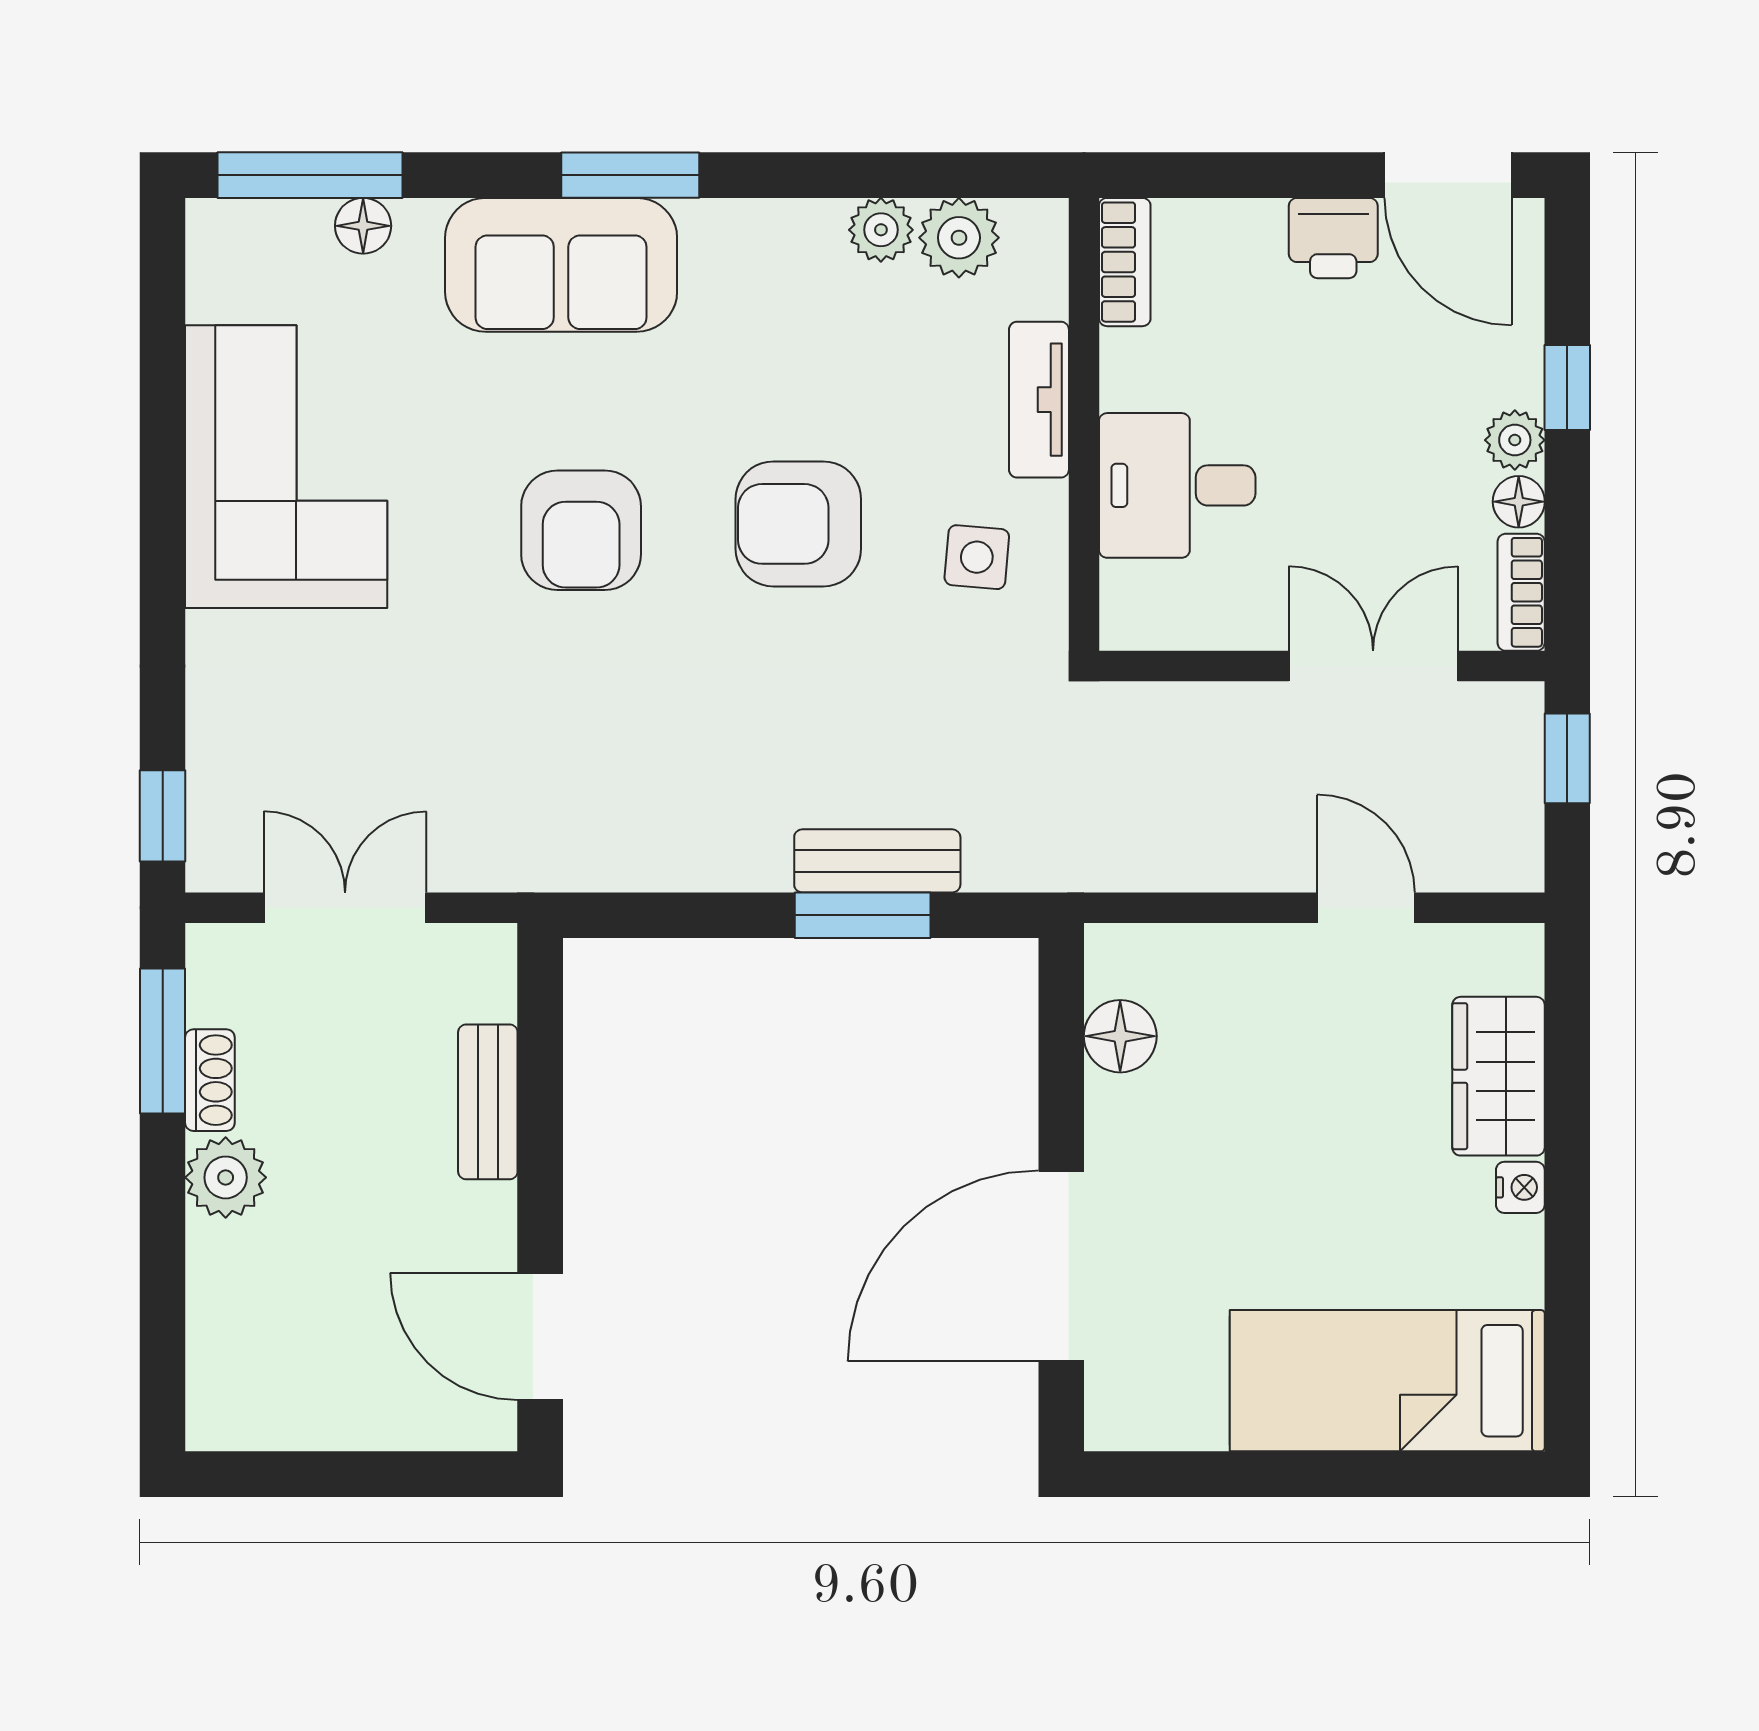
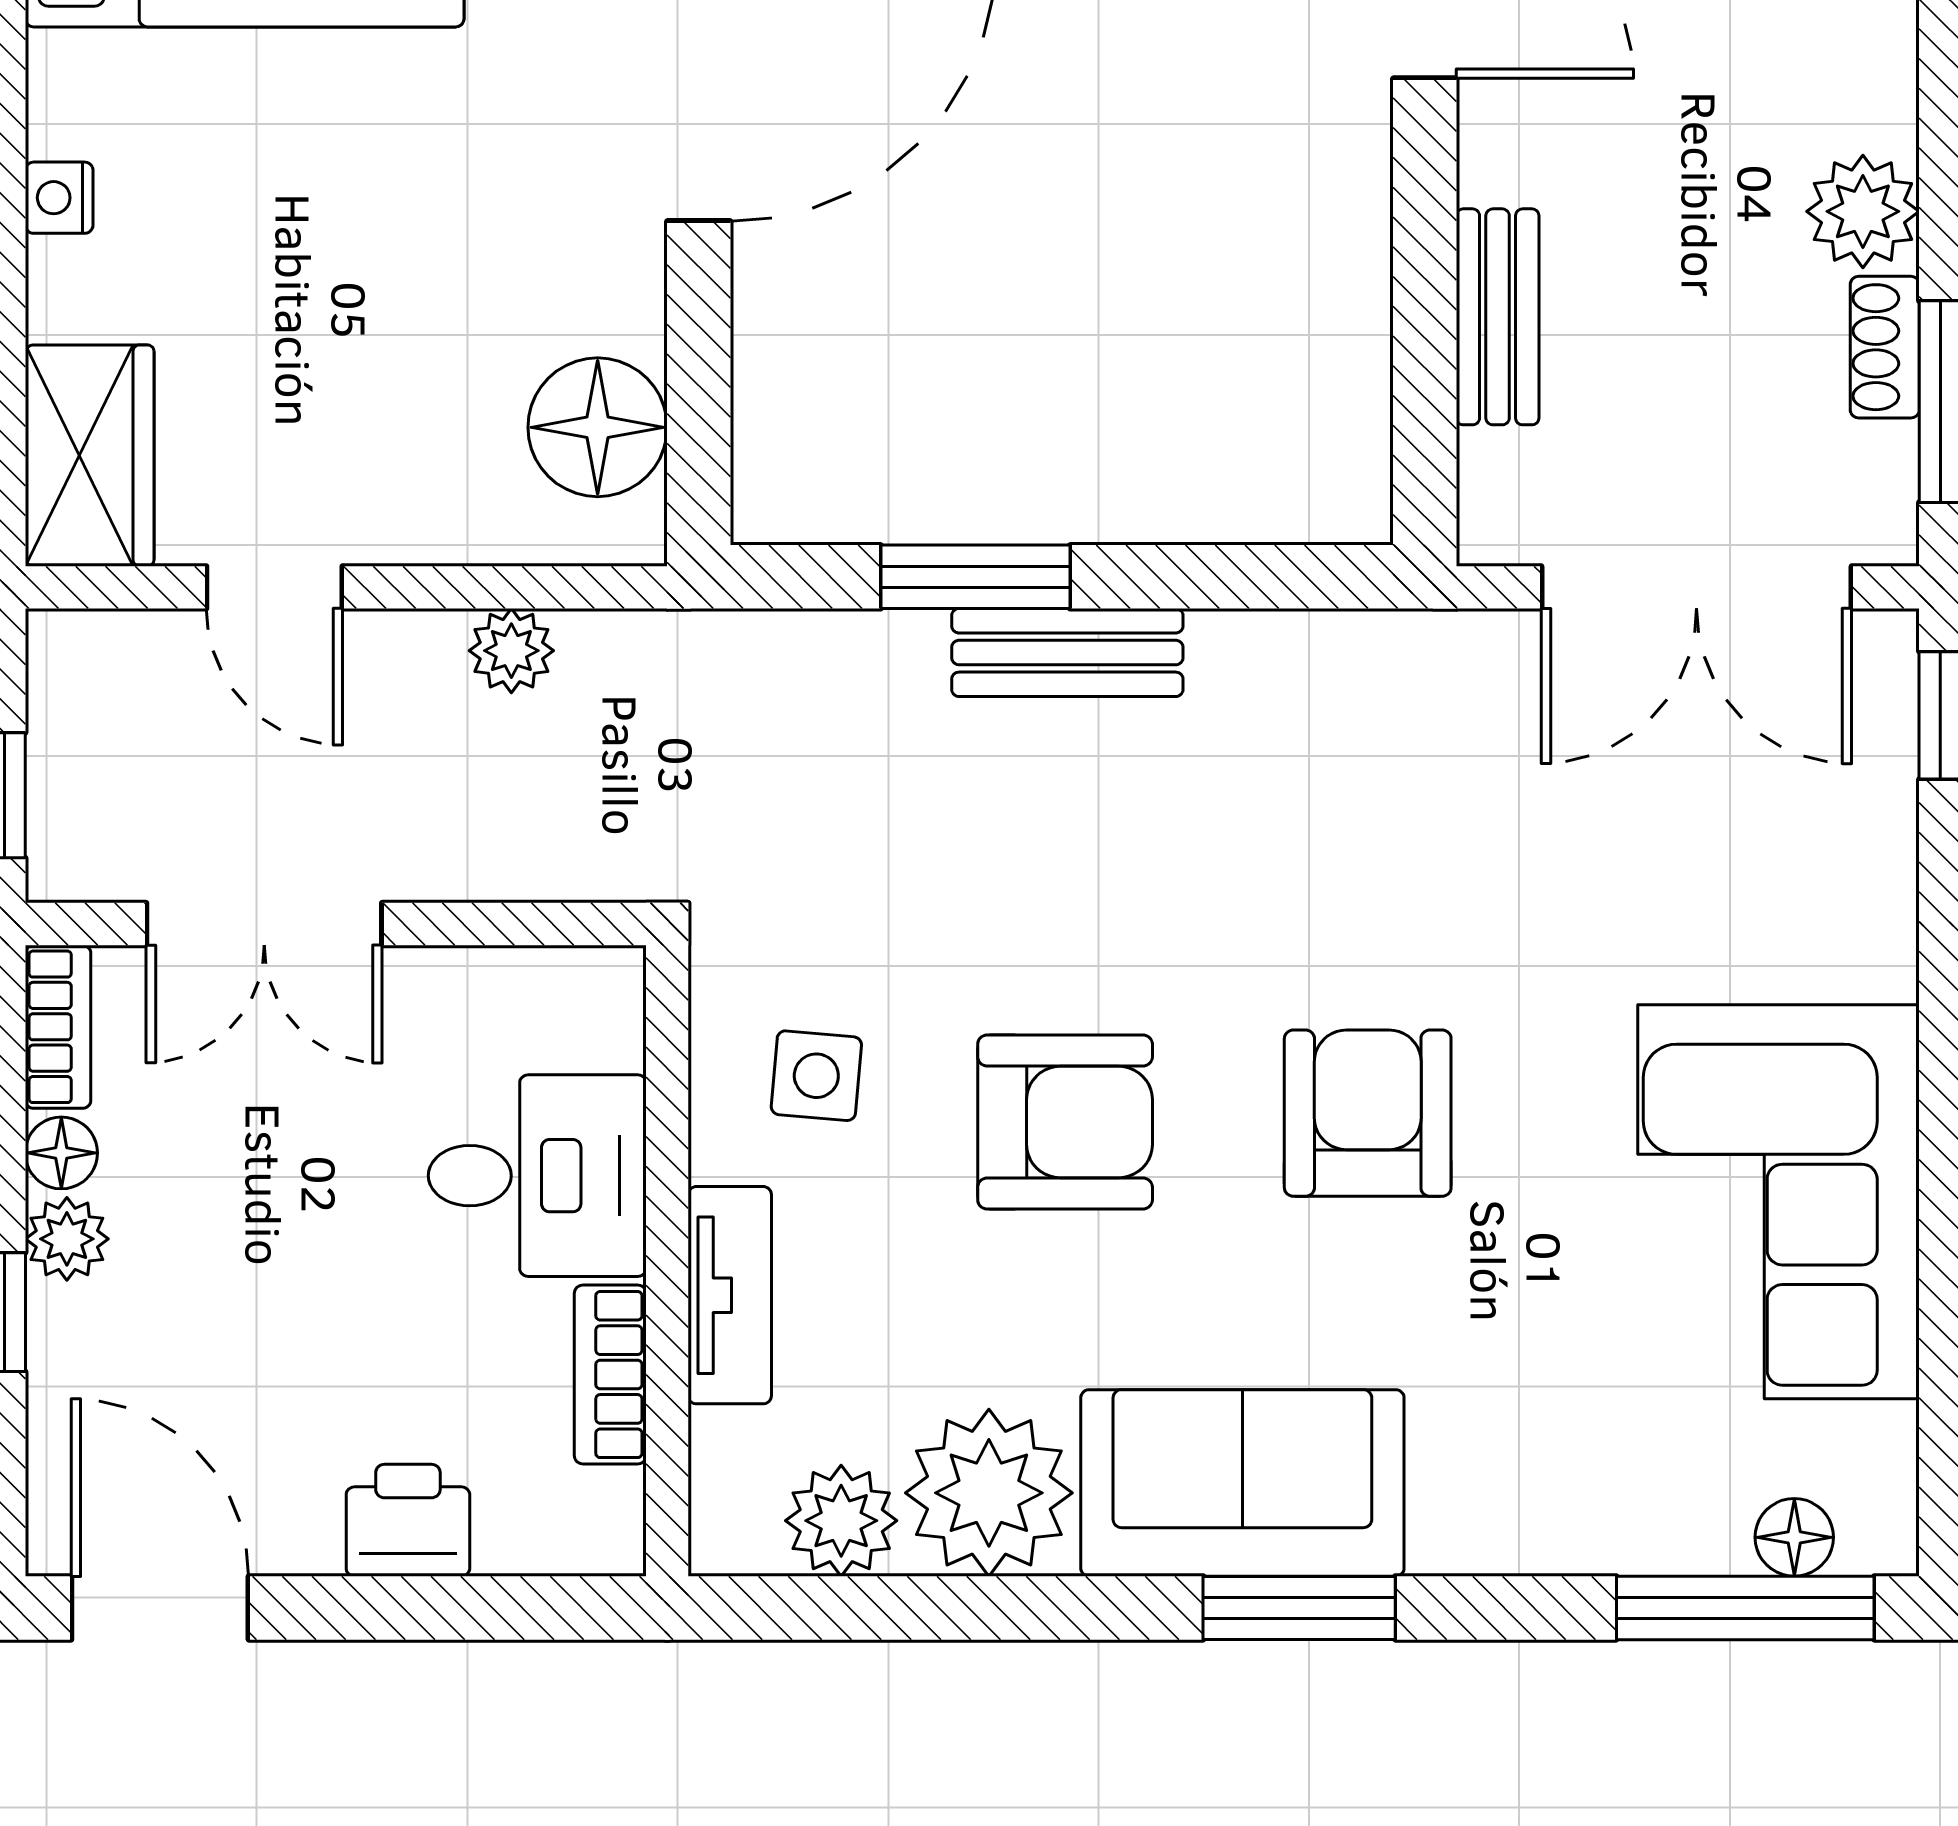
floor lamp: (363, 226) -> (1794, 1537), moved
plant: (881, 230) -> (989, 1493), width x1.88, depth x1.88
printer: (1333, 238) -> (408, 1520), moved
bookcase: (1125, 262) -> (610, 1375), moved
sofa: (561, 265) -> (1242, 1483), moved
bench: (877, 861) -> (1067, 653), moved
plant: (1196, 862) -> (511, 651), added
double door: (345, 908) -> (1696, 587), width x1.37
floor lamp: (1120, 1036) -> (598, 427), width x1.38, depth x1.38
wardrobe: (1498, 1076) -> (90, 456), moved

